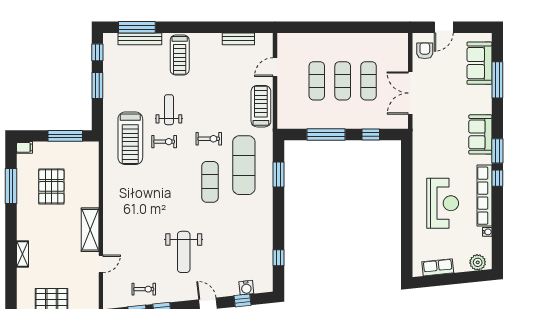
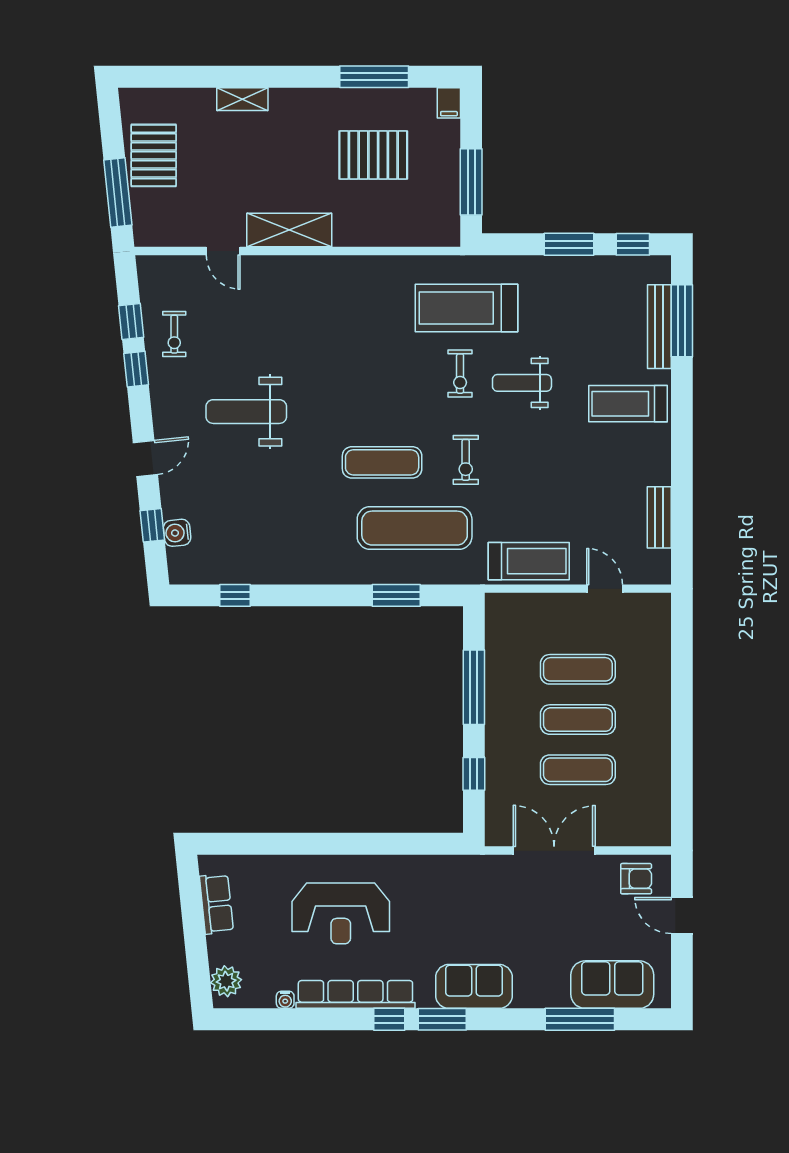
weight bench: (169, 110) -> (522, 383), turned 180

